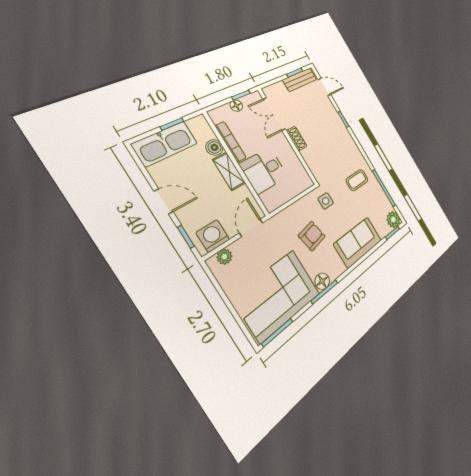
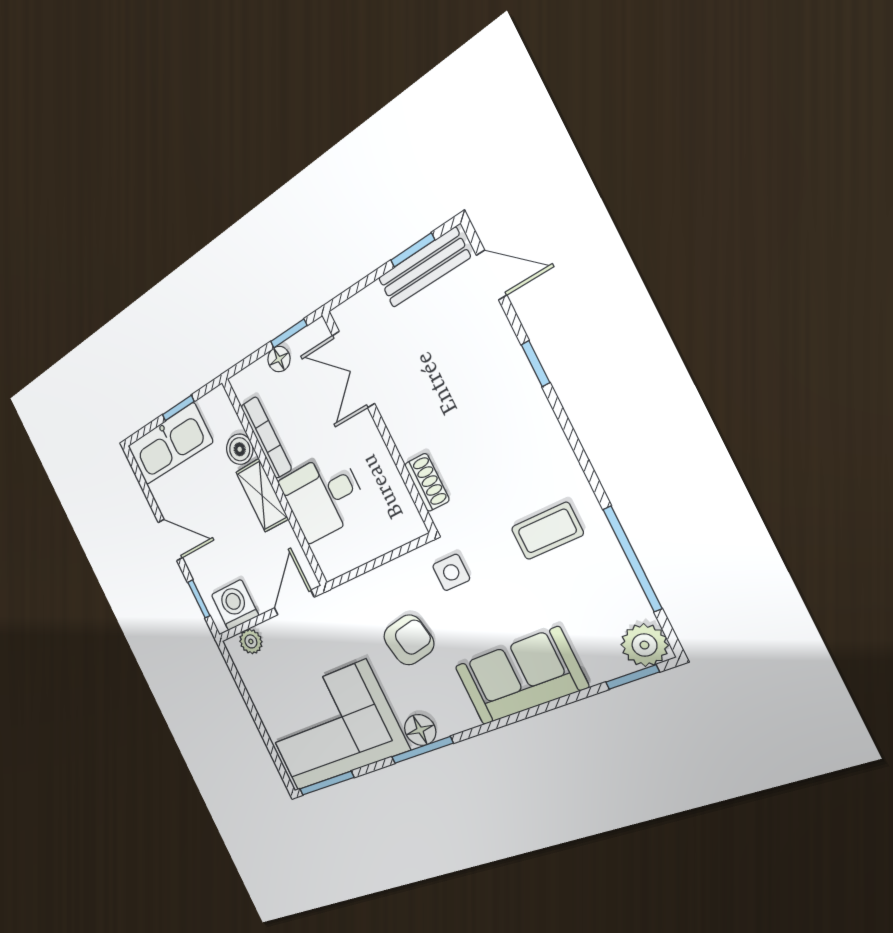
shoe rack: (297, 139) -> (427, 482), moved

